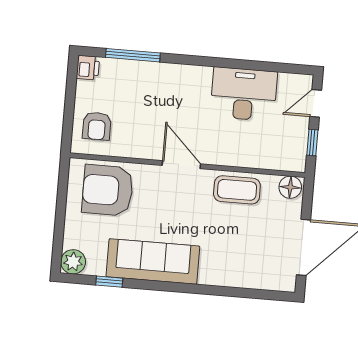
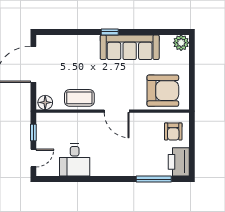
printer: (88, 68) -> (179, 162), width x1.87, depth x1.48
desk: (244, 94) -> (75, 160), width x0.73
armchair: (97, 126) -> (173, 131), turned 180
window: (109, 282) -> (110, 32), moved

